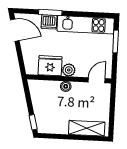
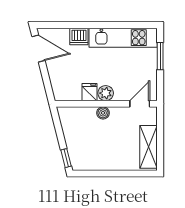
window: (50, 12) -> (80, 25), removed
fridge: (50, 66) -> (89, 92), width x0.53, depth x0.75
shelving: (87, 128) -> (149, 147), moved, turned 90

